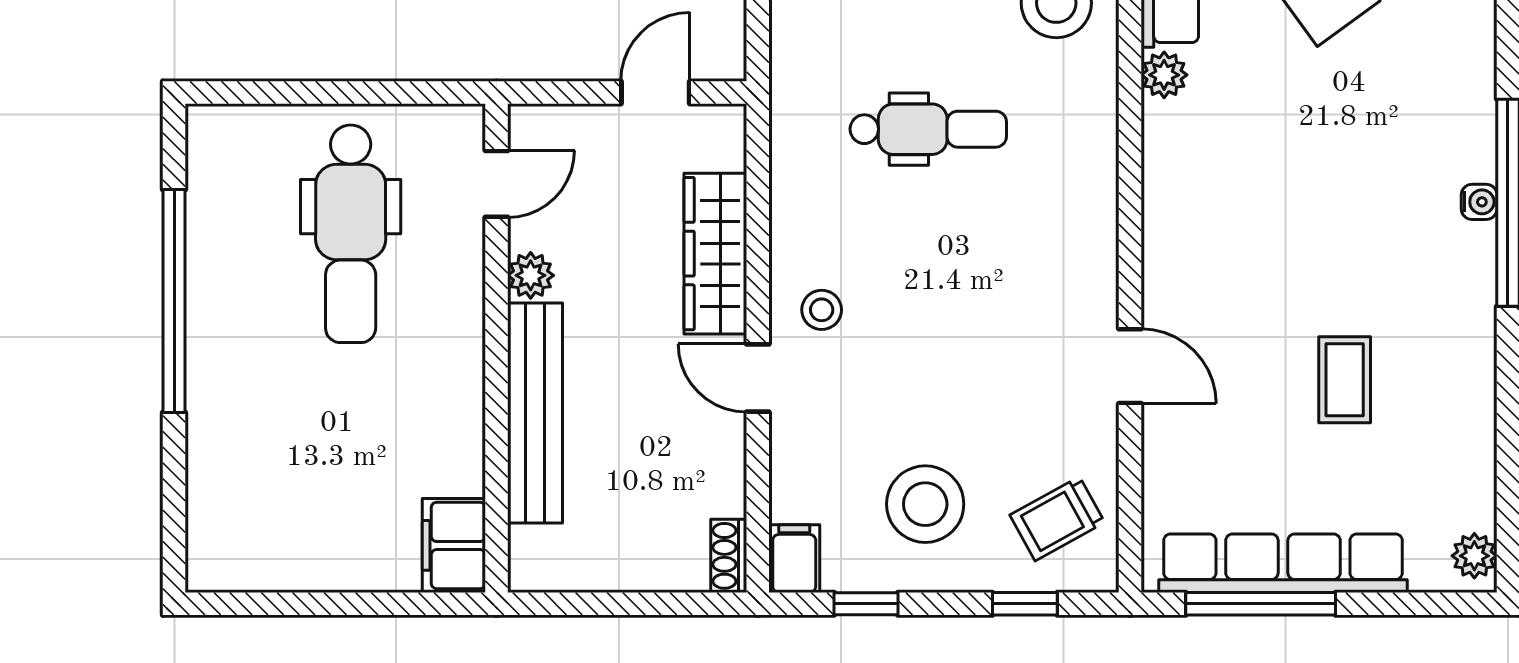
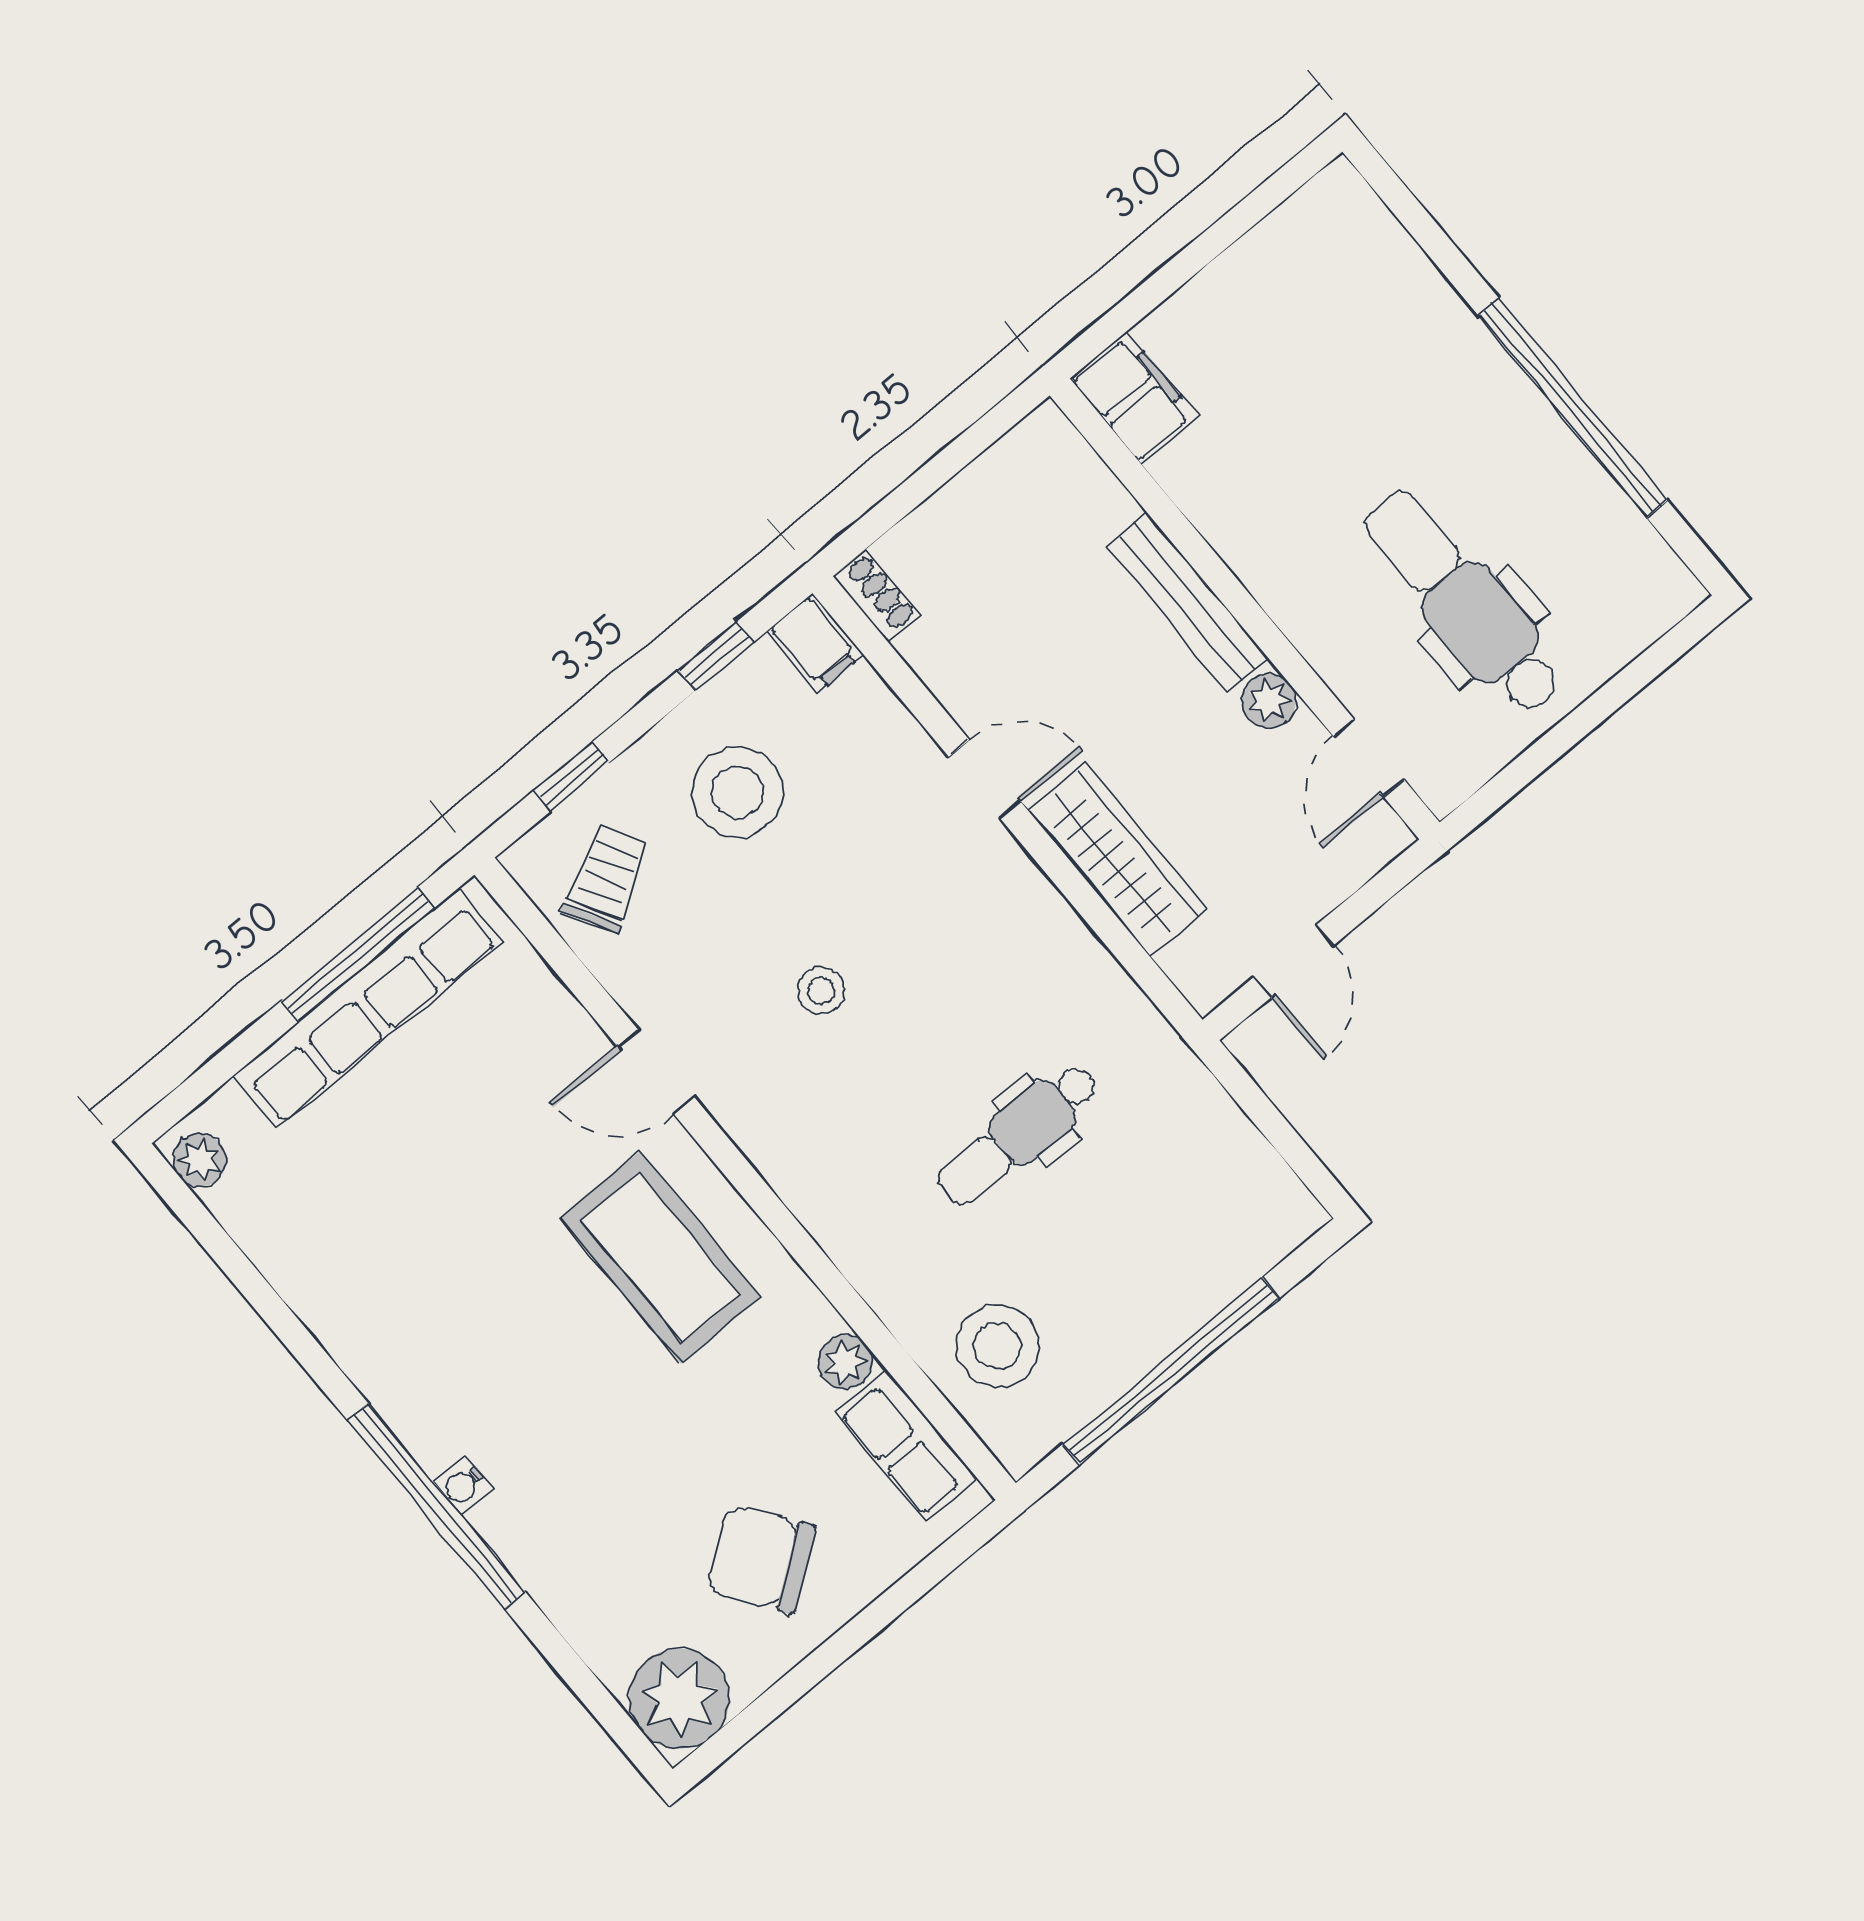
stool: (822, 310) -> (821, 991), moved
coffee table: (1345, 380) -> (660, 1257), moved, width x1.86, depth x1.72
bench: (535, 413) -> (1187, 602), width x0.73, depth x0.82

